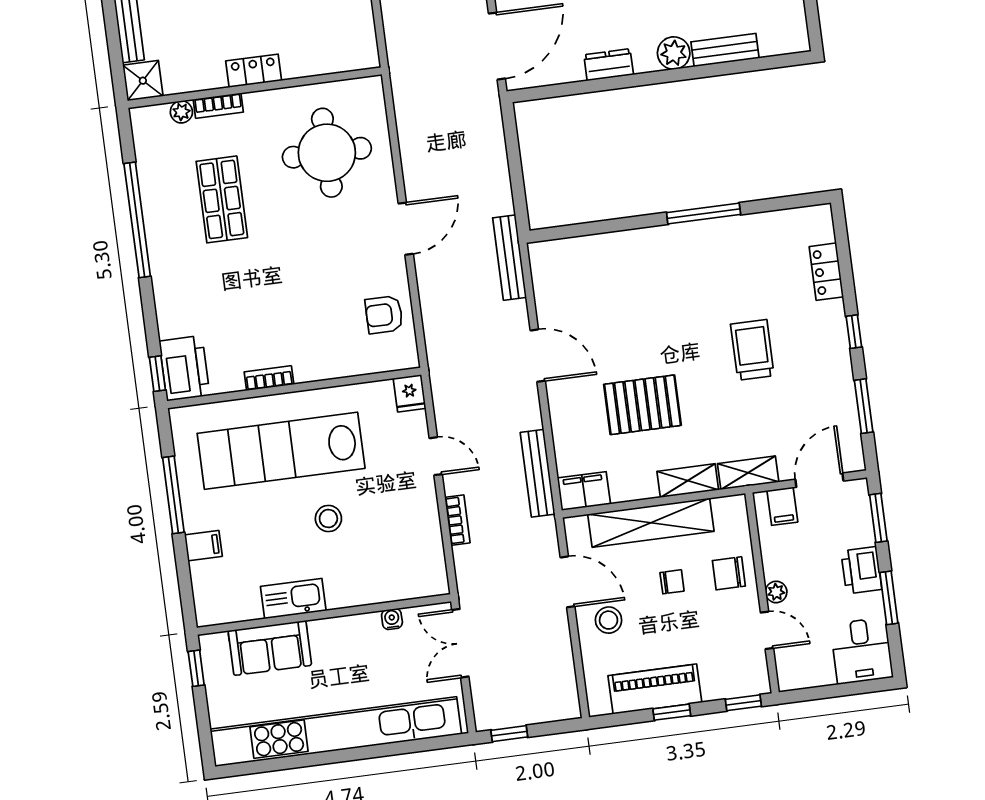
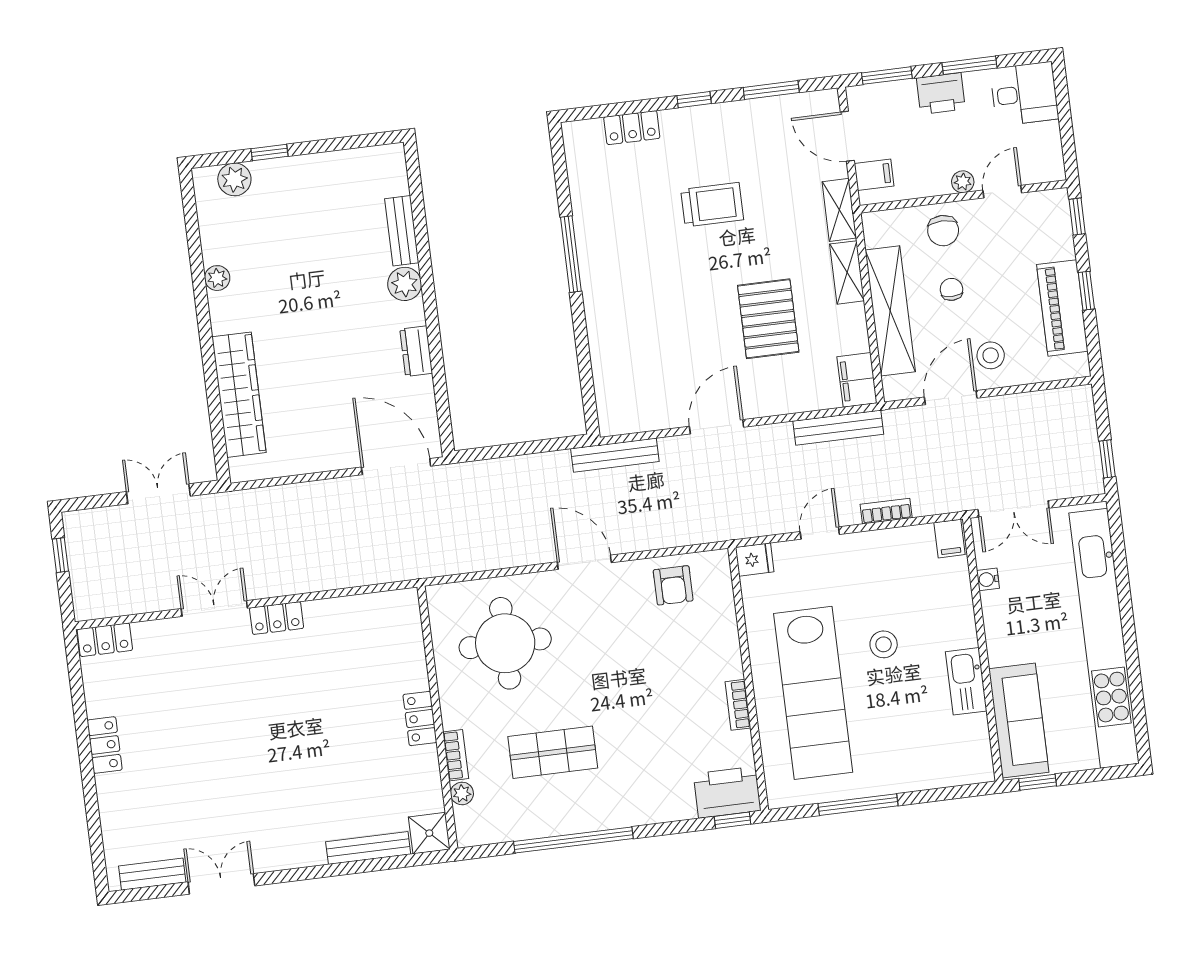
trolley: (752, 350) -> (712, 205), turned 180
filing cabinet: (203, 546) -> (949, 539), moved, turned 180
sofa: (270, 648) -> (1019, 720), width x1.36

